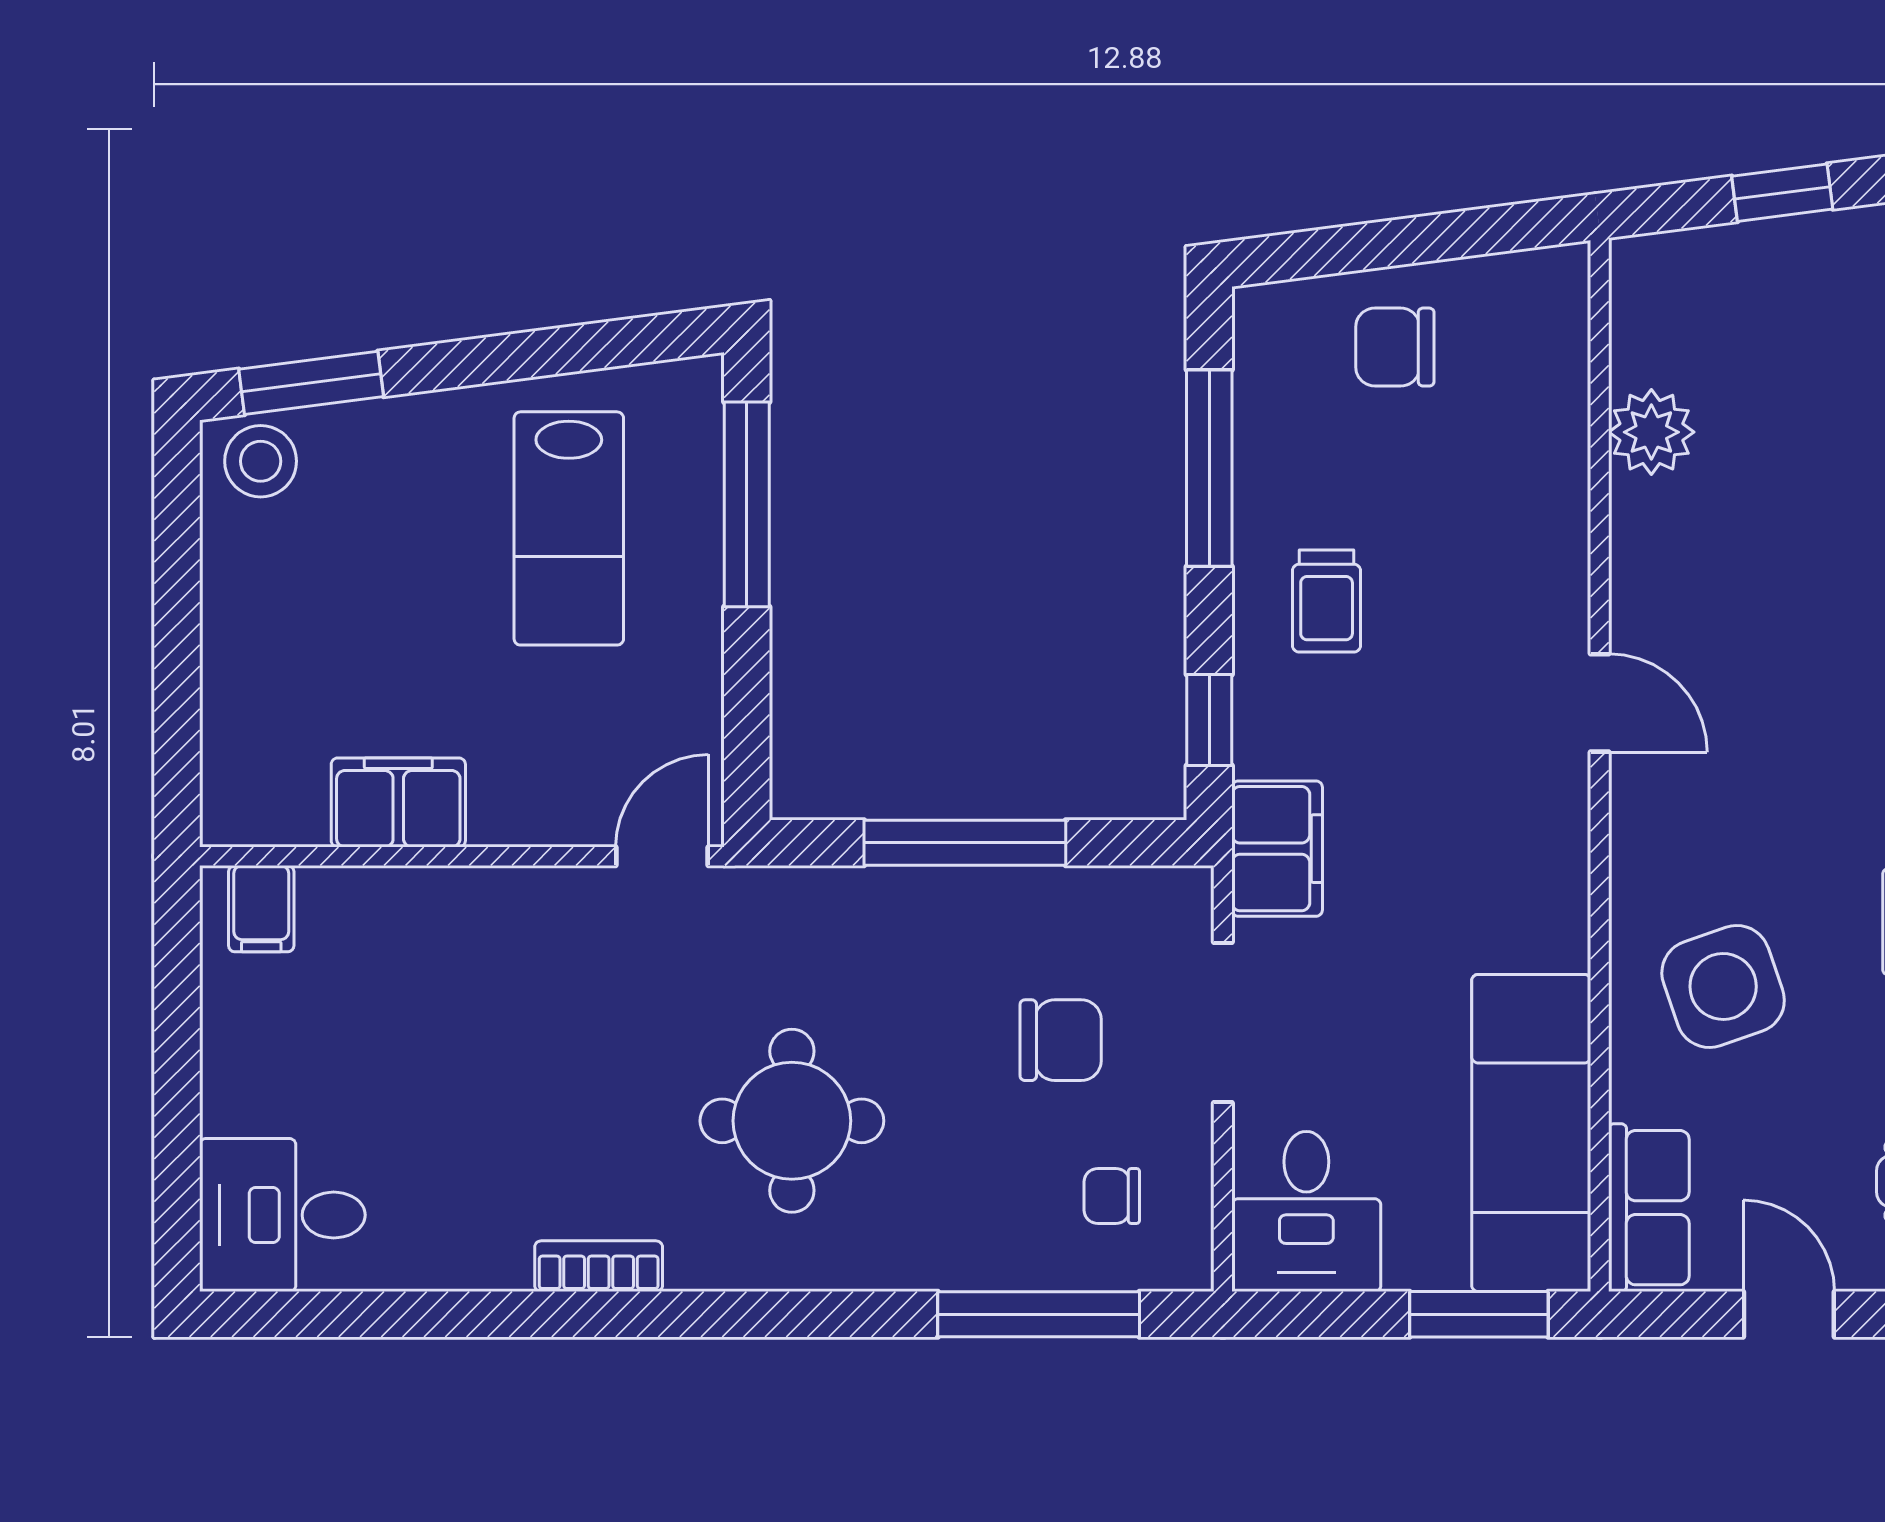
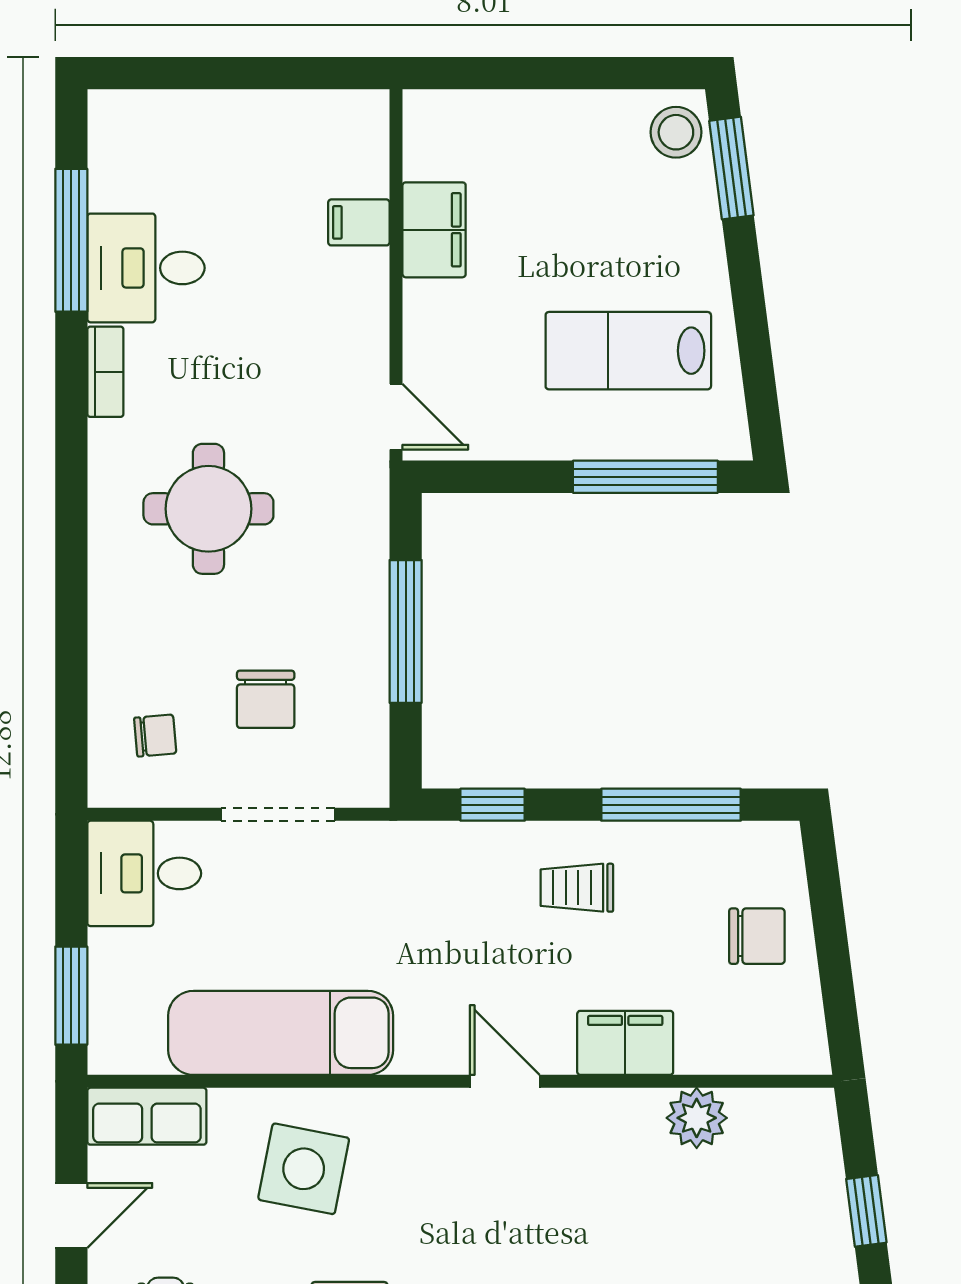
chair: (1395, 347) -> (757, 936), turned 90
door: (1600, 703) -> (505, 1081), swing flipped
filing cabinet: (1277, 849) -> (625, 1043), moved, turned 180
filing cabinet: (261, 909) -> (359, 222), moved
side table: (1723, 986) -> (304, 1169), turned 30
exam couch: (1531, 1133) -> (281, 1033), moved
chair: (1112, 1196) -> (155, 736), turned 85
desk: (282, 1215) -> (146, 268), moved, turned -90
window: (1039, 1314) -> (71, 240), moved

